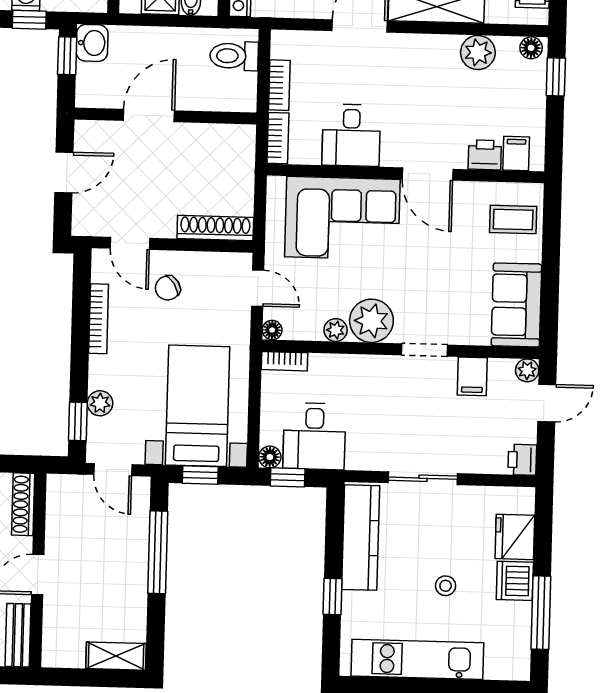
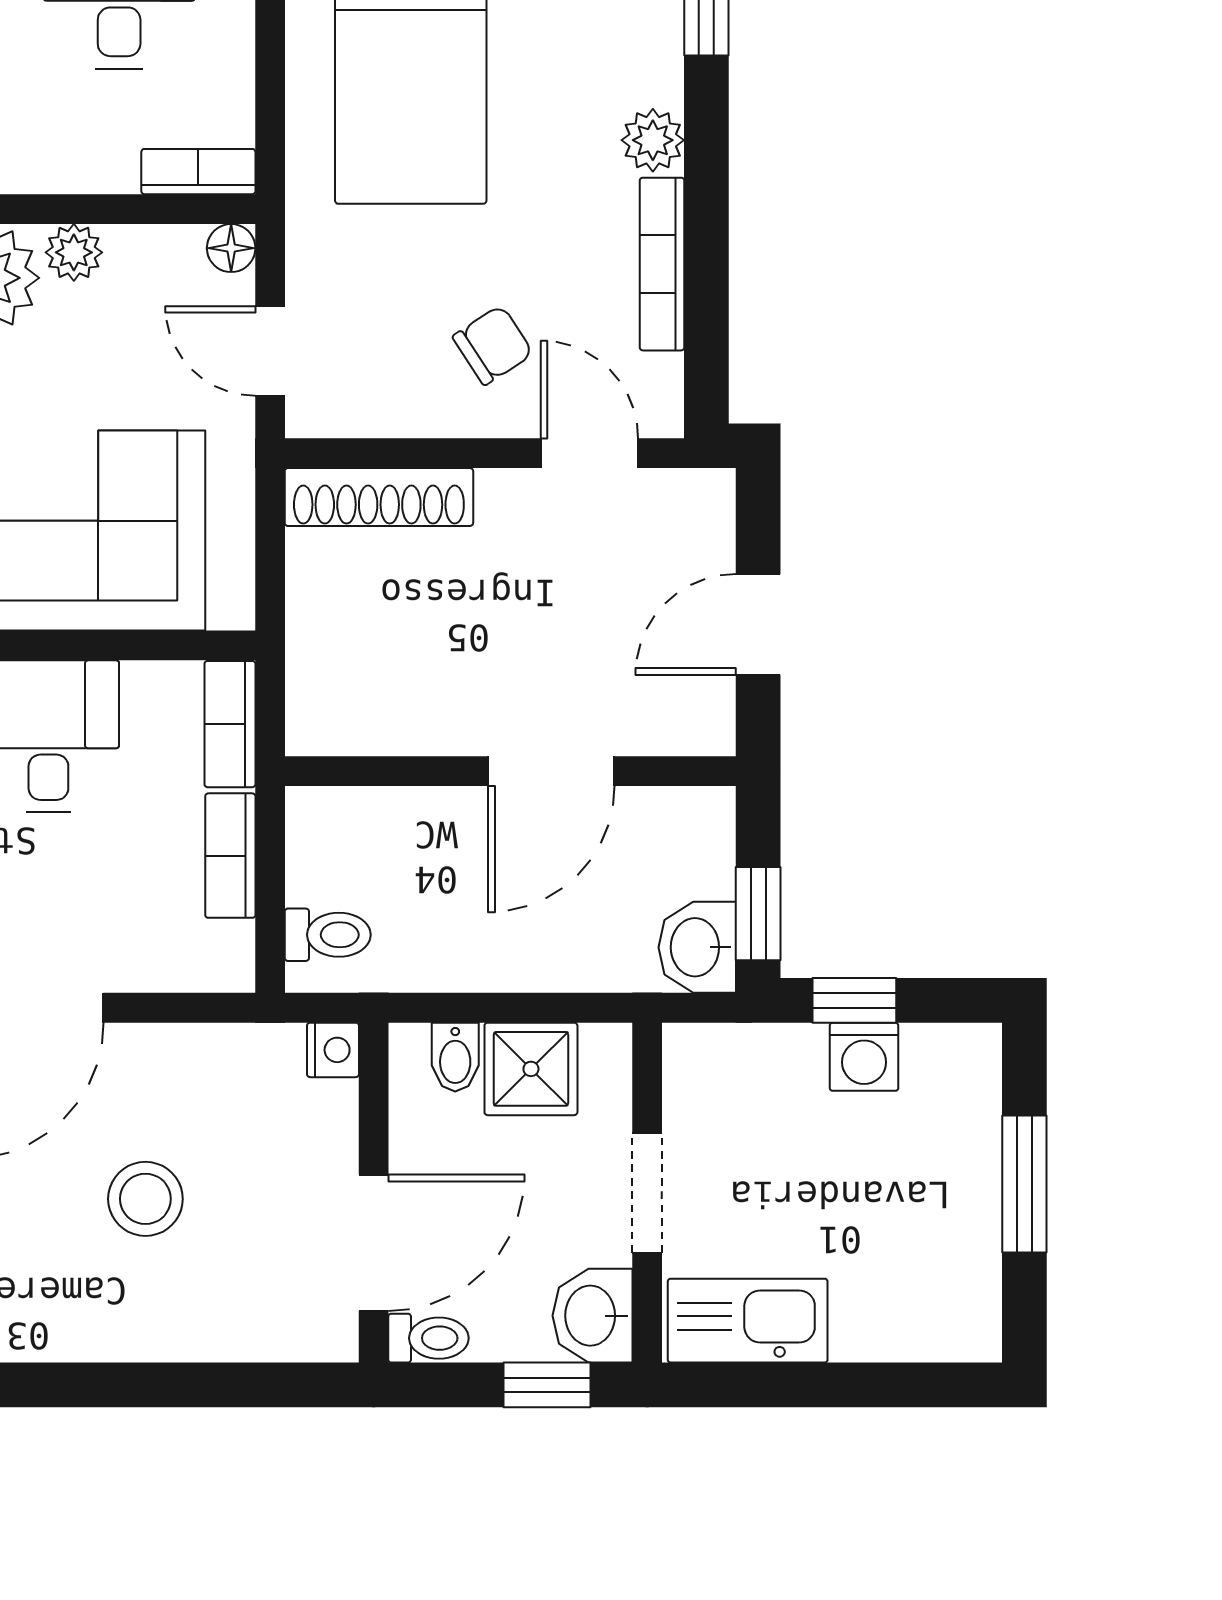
toilet: (234, 56) -> (328, 935), width x0.73, depth x0.72
plant: (100, 403) -> (653, 140), moved

